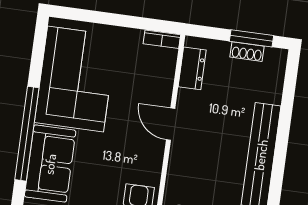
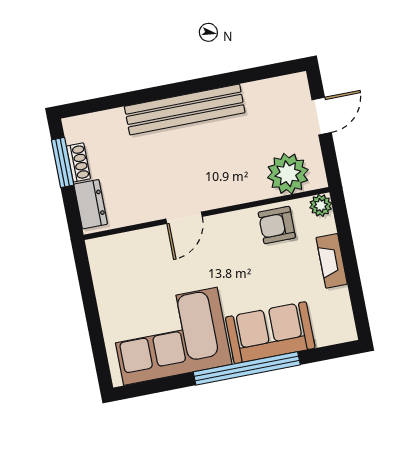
bookcase: (162, 39) -> (96, 258), removed
dresser: (192, 68) -> (91, 204), moved, turned 90

